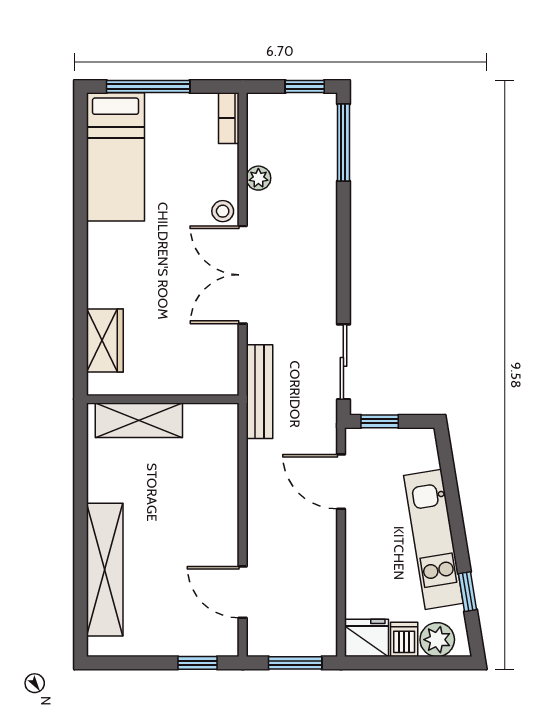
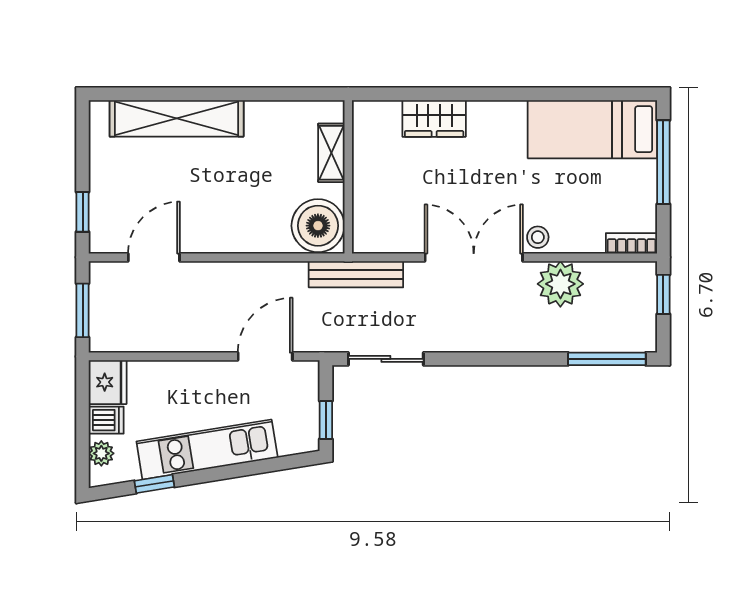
window: (305, 86) -> (663, 294), moved
plant: (258, 178) -> (560, 284), width x1.87, depth x1.87
wardrobe: (105, 340) -> (434, 118), moved
shelving: (139, 420) -> (331, 153), width x0.67, depth x0.75
window: (380, 421) -> (326, 420), moved
boiler: (211, 429) -> (318, 226), added
plant: (437, 640) -> (101, 453), width x0.73, depth x0.73

